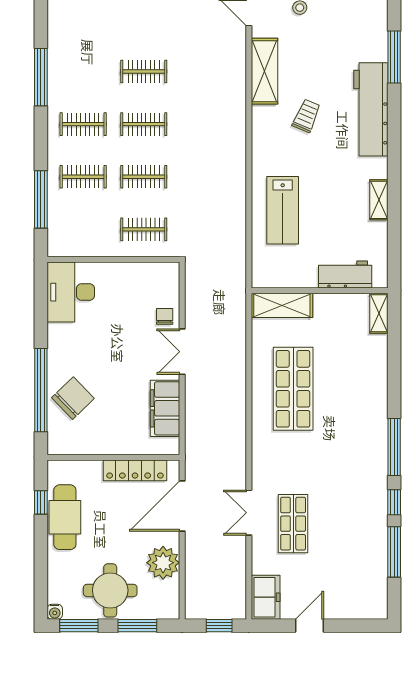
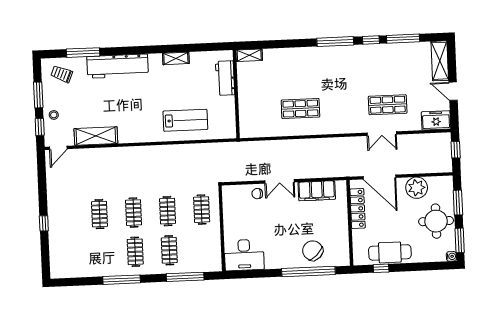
window: (41, 77) -> (122, 280), moved
trolley: (306, 116) -> (62, 74), moved
shelving: (282, 305) -> (440, 61), moved
shop shelf: (293, 389) -> (300, 109), width x0.70, depth x0.74

